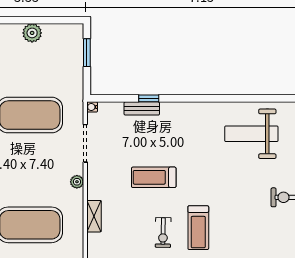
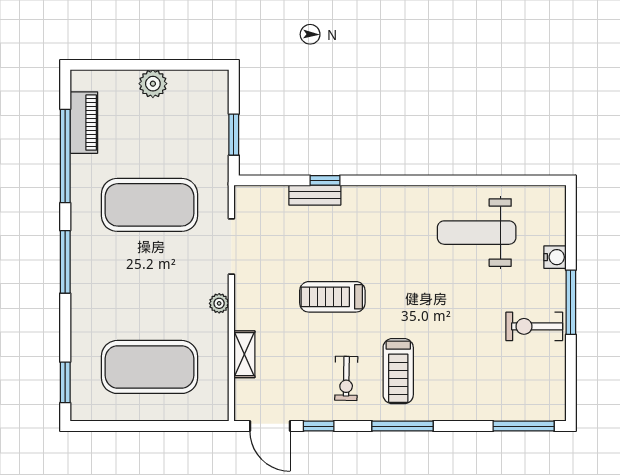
window: (87, 53) -> (234, 135), moved
water cooler: (92, 107) -> (242, 193), removed

